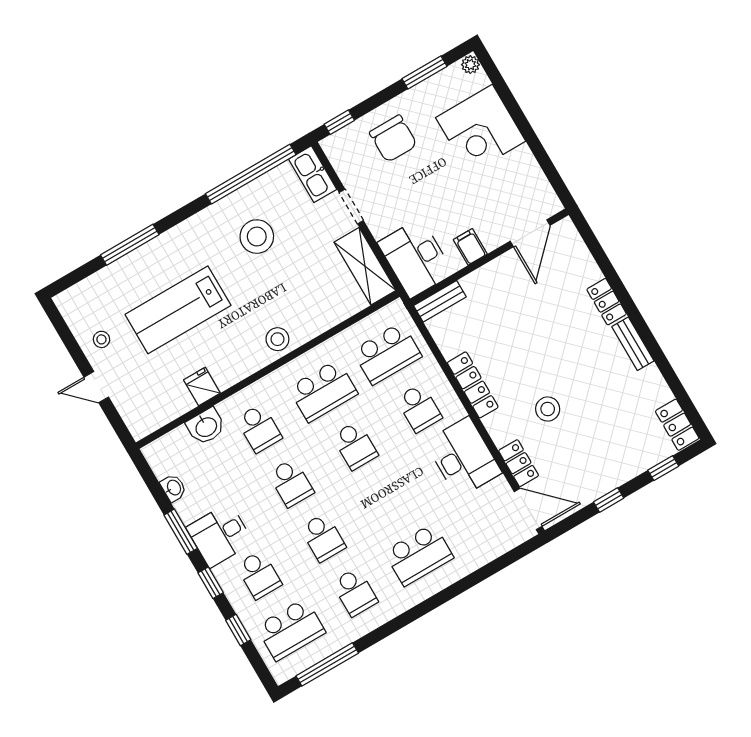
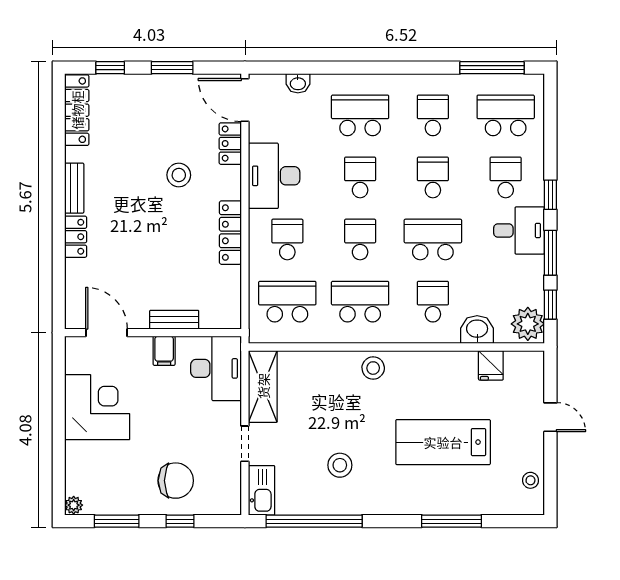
window: (339, 122) -> (180, 521), moved
corner desk: (481, 129) -> (97, 407), moved
chair: (393, 139) -> (176, 481), turned 90
door: (530, 233) -> (107, 333), hinge flipped
stool: (257, 237) -> (340, 465), width x0.73, depth x0.73
bench: (440, 301) -> (174, 320), moved
lab bench: (178, 310) -> (443, 442), turned 180
stool: (101, 339) -> (530, 480), moved
fridge: (202, 386) -> (491, 365), moved
locker: (677, 425) -> (77, 110), width x1.53
plant: (164, 457) -> (528, 324), added
school desk: (291, 483) -> (433, 240), width x1.85
washbasin: (174, 488) -> (298, 83), moved, turned -90
school desk: (387, 500) -> (360, 177), added
window: (609, 500) -> (172, 68), width x1.50
window: (238, 630) -> (550, 305), moved

